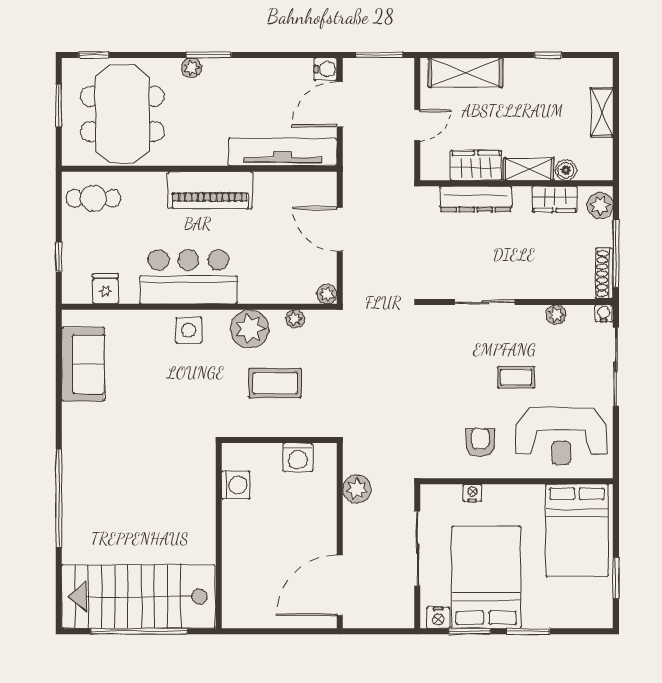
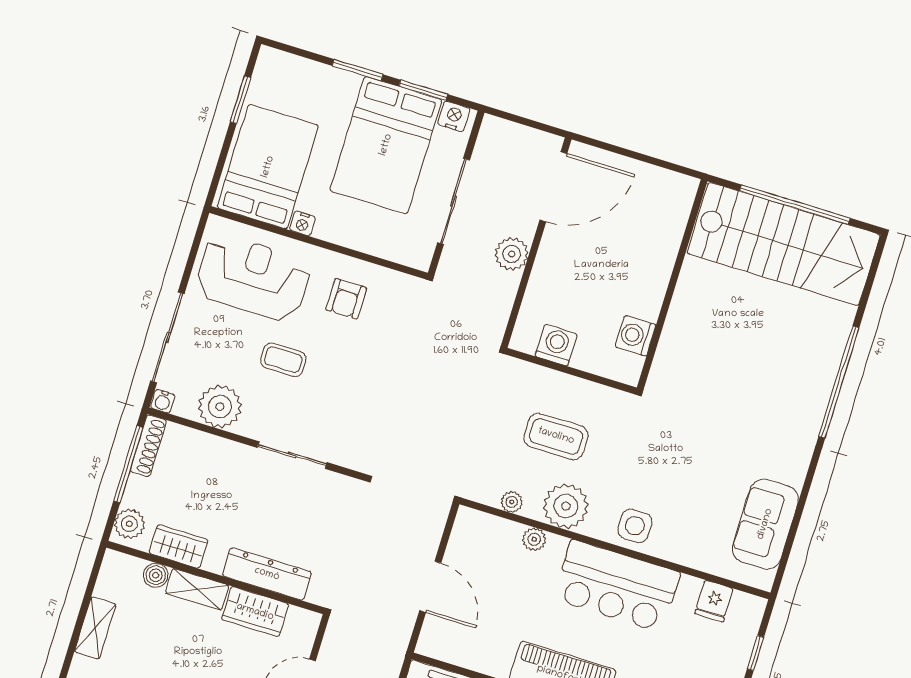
plant: (327, 294) -> (534, 539), moved
plant: (556, 315) -> (220, 407), width x1.88, depth x1.88
plant: (357, 489) -> (512, 254), moved
nightstand: (472, 493) -> (302, 223), moved

